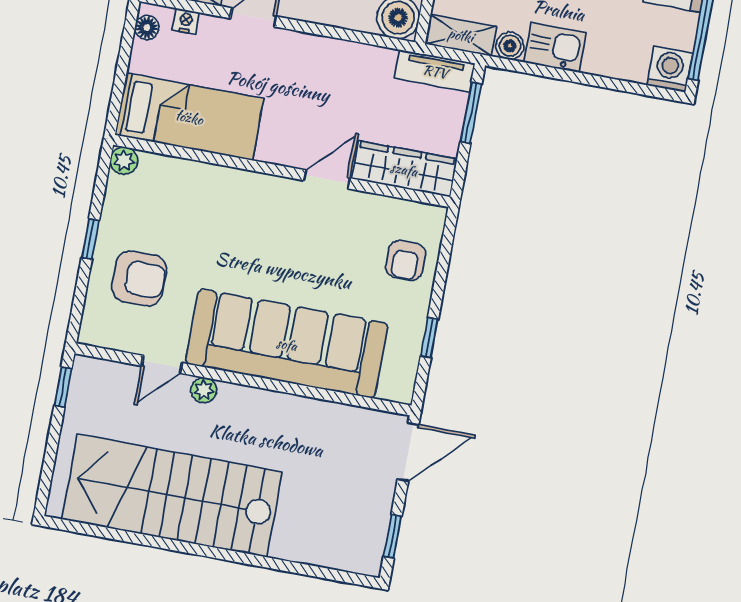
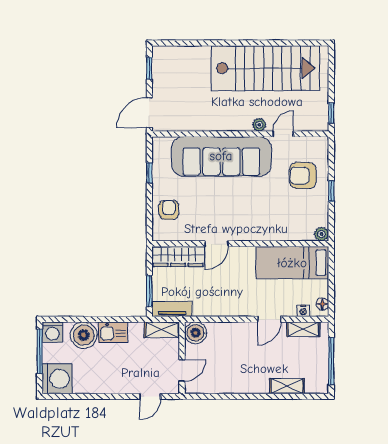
boiler: (510, 46) -> (84, 335), moved, width x1.86, depth x1.86

